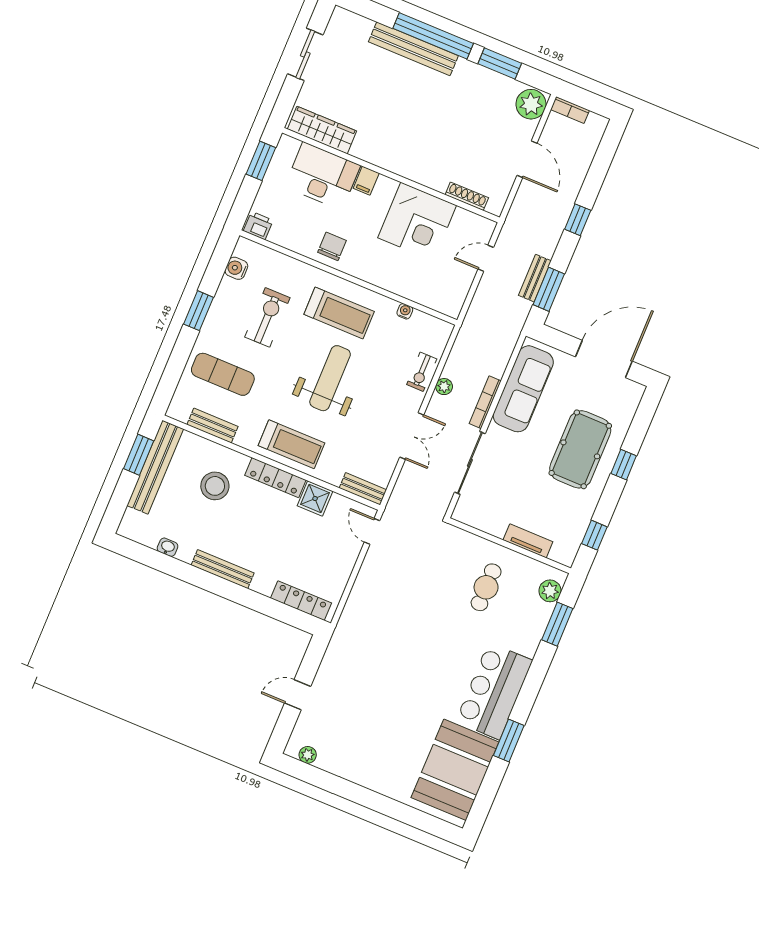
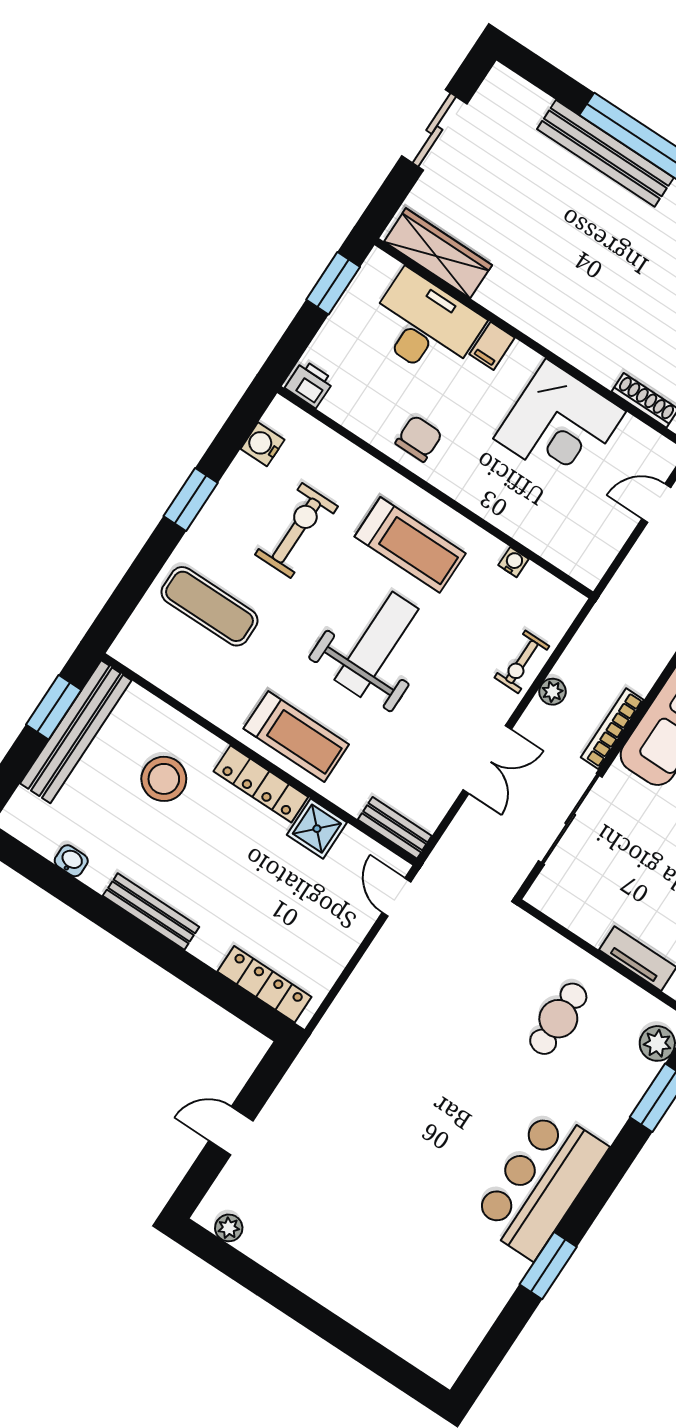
bench: (212, 426) -> (178, 684), removed
booth: (455, 770) -> (455, 1295), removed

